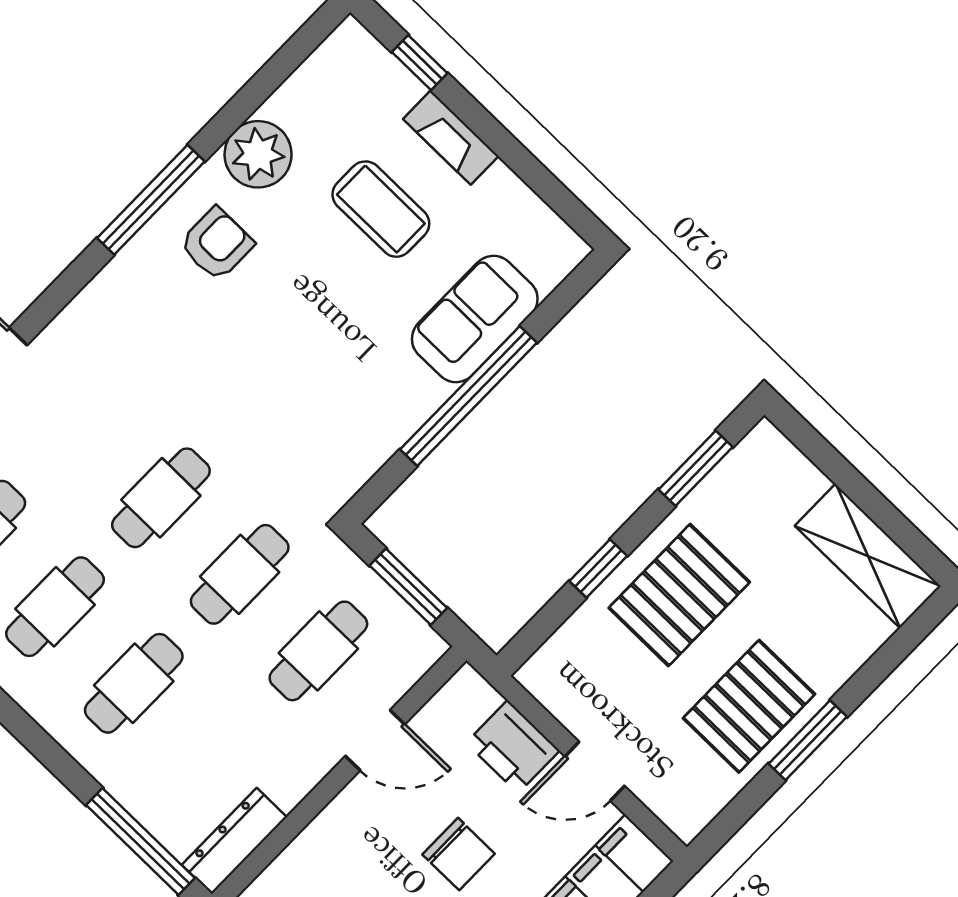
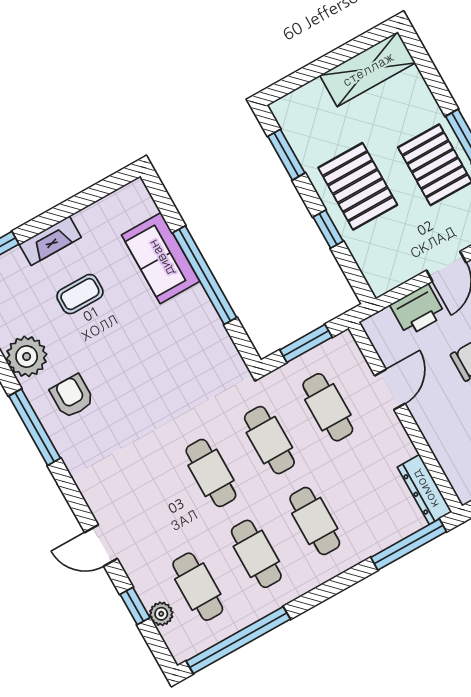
coffee table: (381, 209) -> (80, 294), width x0.73, depth x0.77

